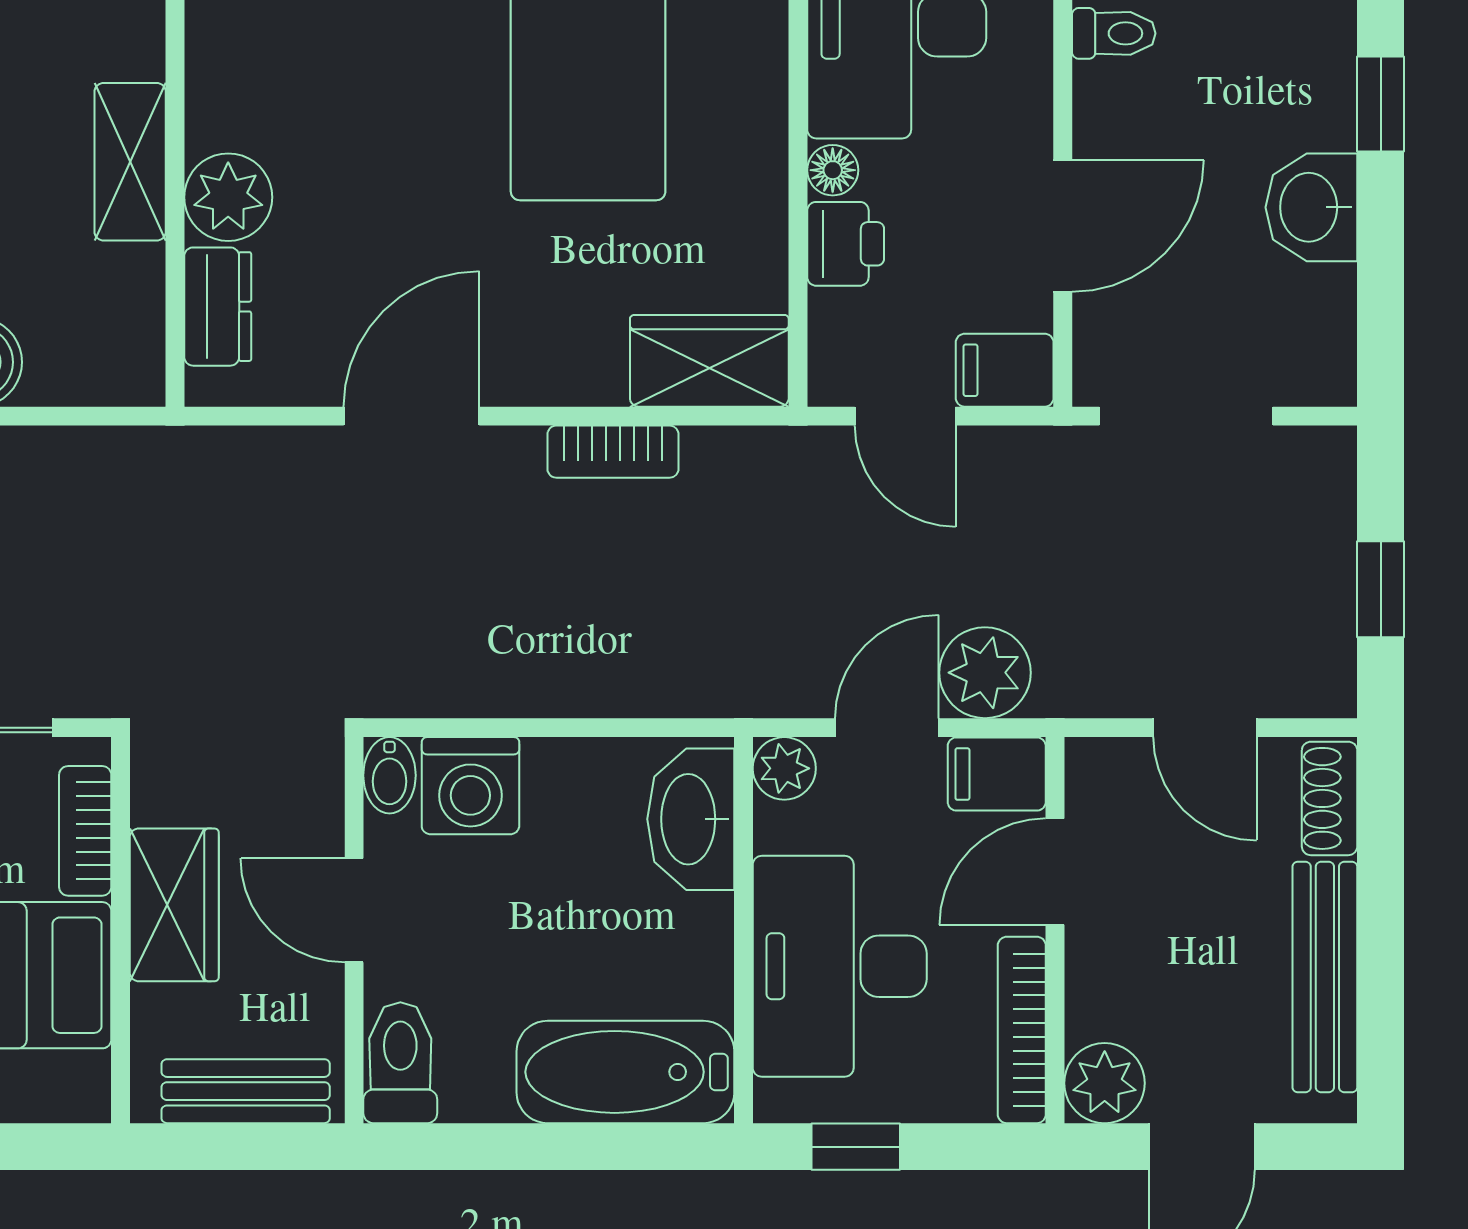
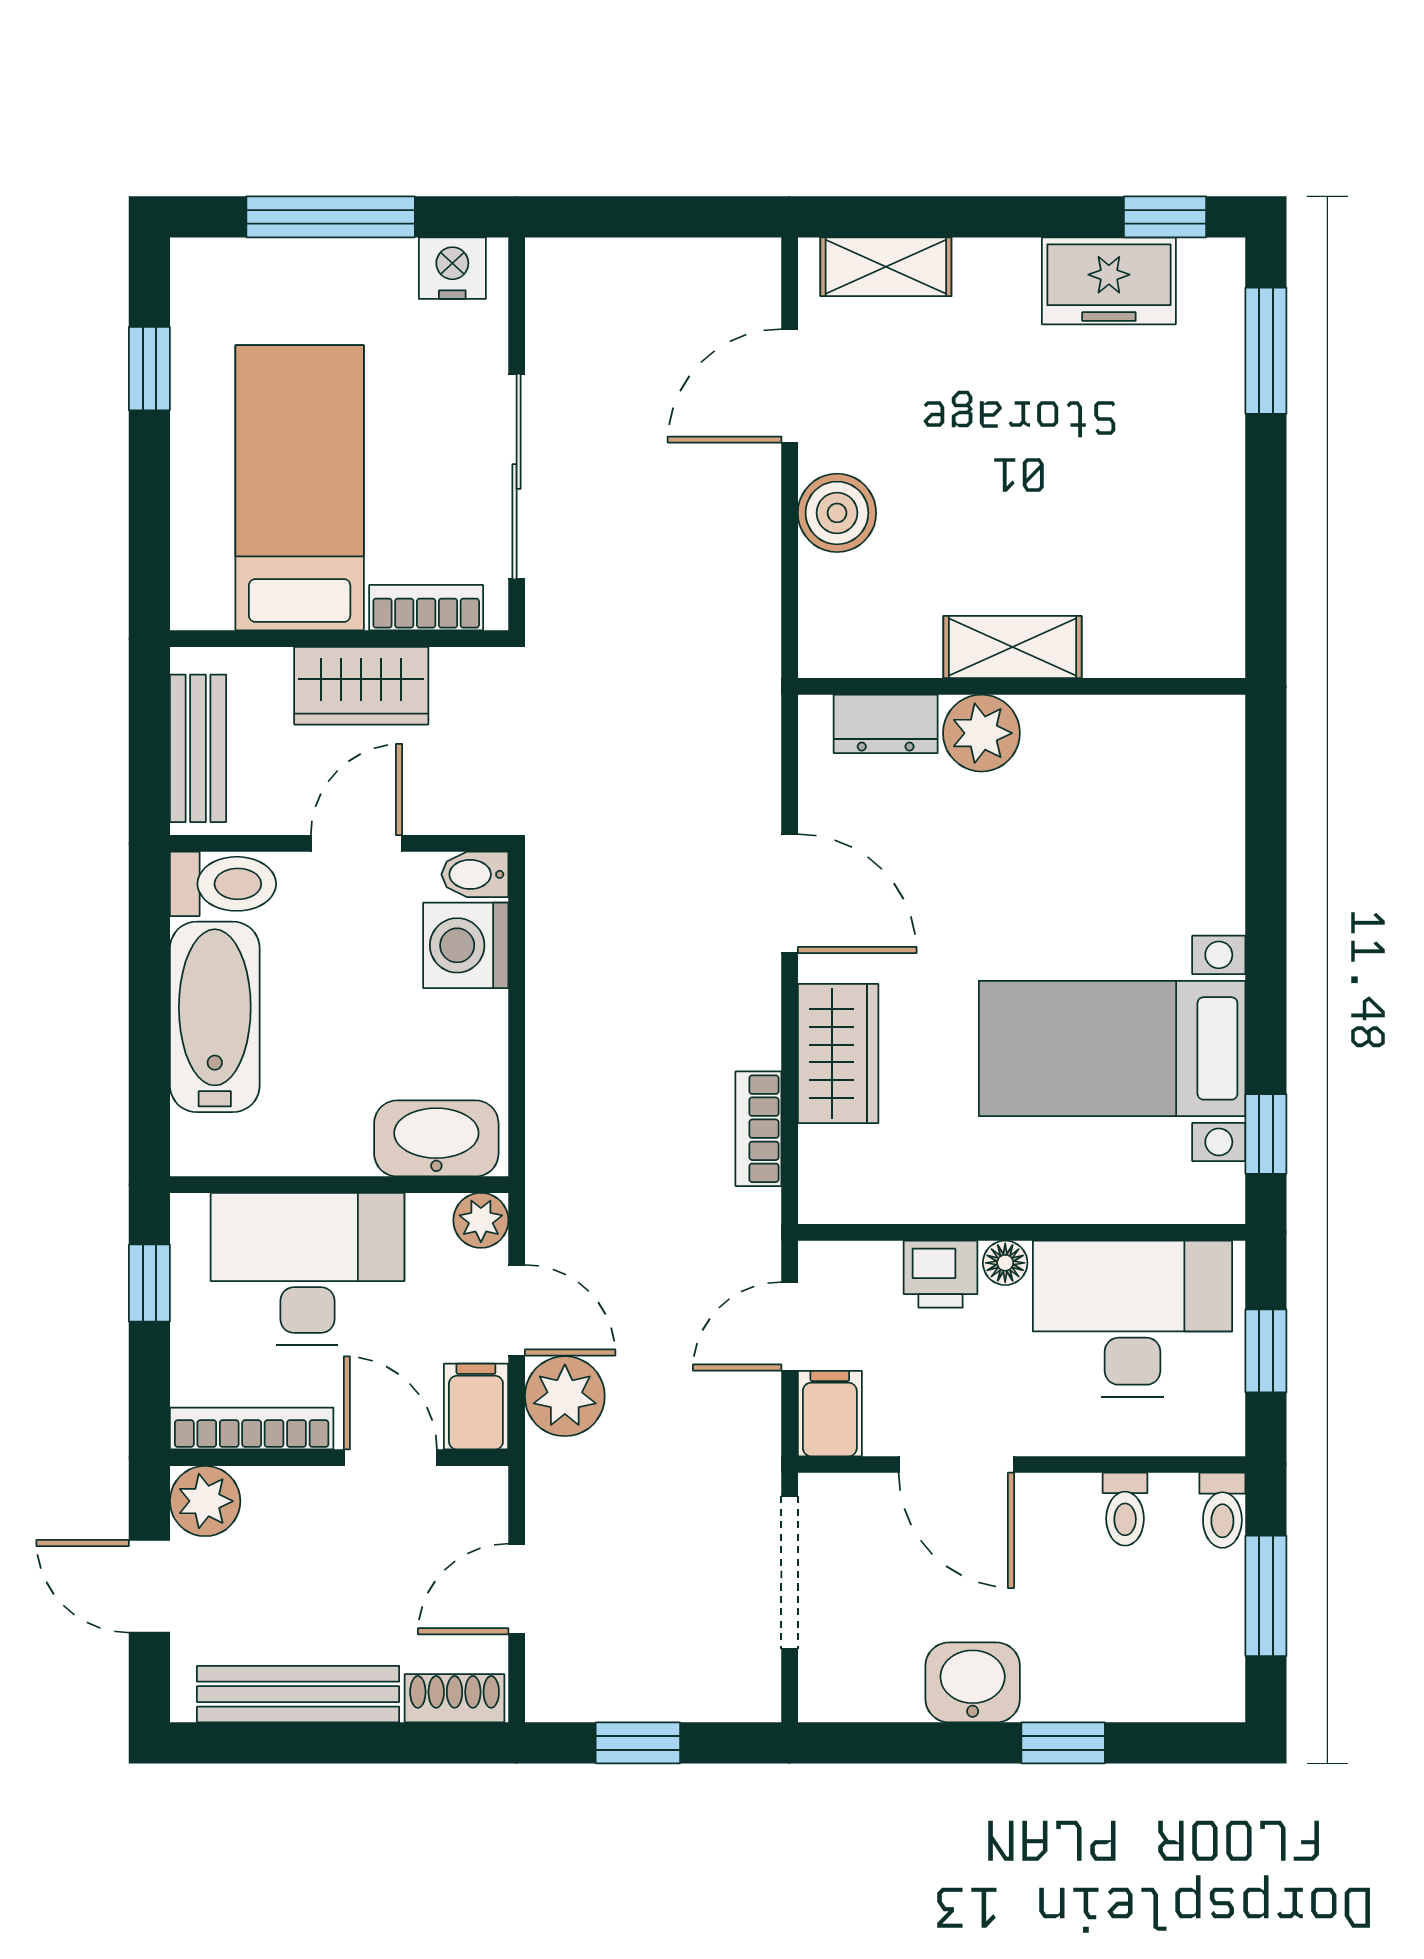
wardrobe: (709, 361) -> (838, 1054), moved
bookcase: (613, 452) -> (758, 1129), moved
bathtub: (625, 1072) -> (215, 1017), moved

